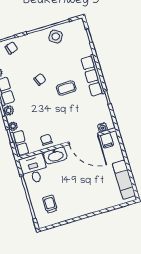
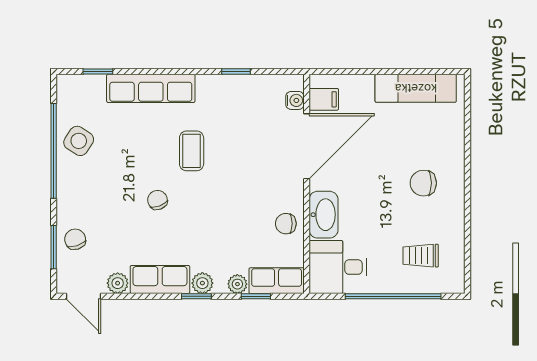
row of seats: (93, 76) -> (151, 88), moved
chair: (83, 196) -> (423, 183), added

